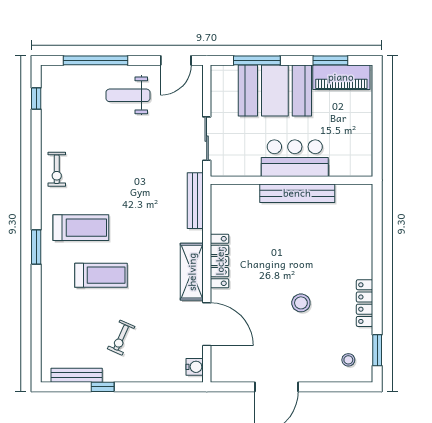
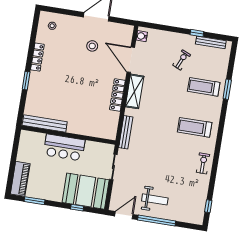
window: (96, 60) -> (157, 221), moved
window: (257, 60) -> (77, 208), width x0.46
piano: (341, 77) -> (20, 179), moved, turned 90
booth: (275, 91) -> (86, 191), moved
bench: (297, 193) -> (45, 123), moved
window: (36, 247) -> (227, 89), moved
treadmill: (101, 275) -> (204, 87), moved
stool: (301, 303) -> (92, 46), moved
window: (377, 350) -> (26, 81), moved

